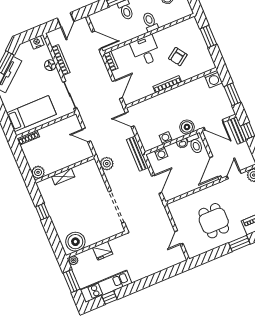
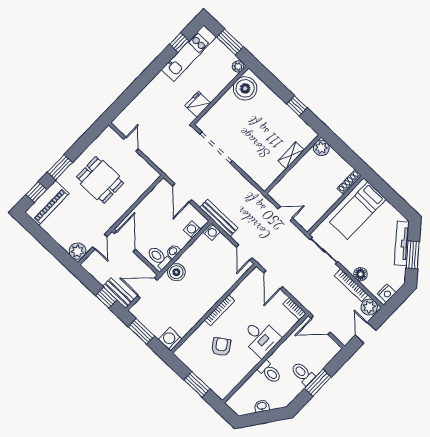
door: (130, 119) -> (244, 252), swing flipped
washing machine: (166, 138) -> (212, 232), moved
plant: (107, 164) -> (369, 307), moved
fridge: (103, 251) -> (198, 104), moved

